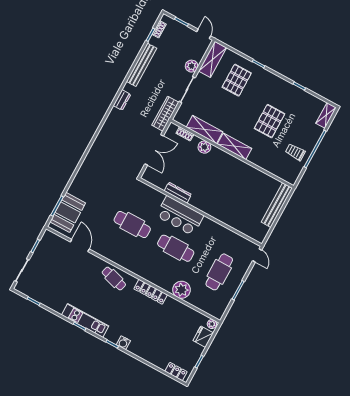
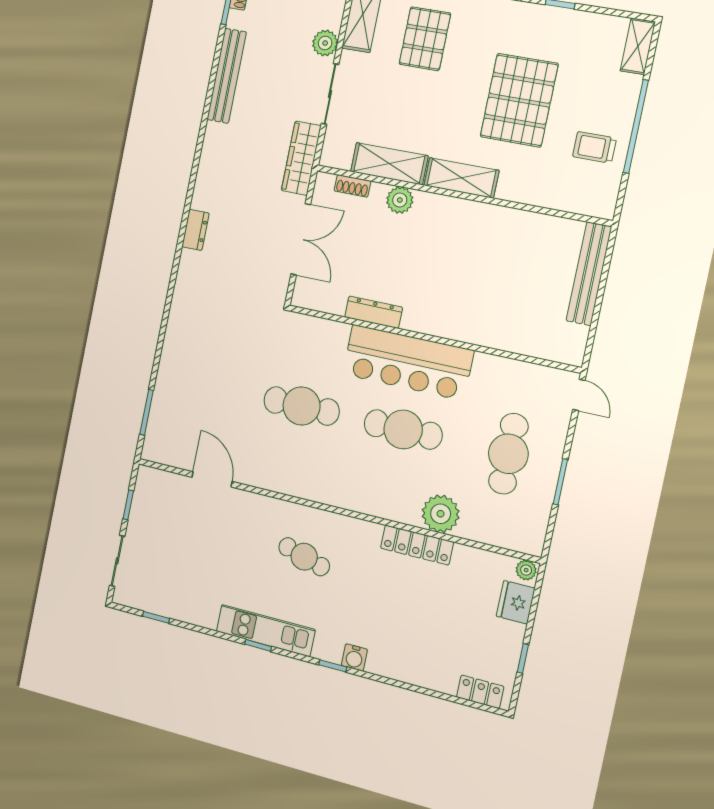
dresser: (122, 100) -> (195, 230), moved
pallet: (270, 121) -> (519, 100), width x1.37, depth x1.41
booth: (68, 212) -> (170, 419), removed
bar counter: (180, 216) -> (408, 362), width x1.36
cafe table: (114, 279) -> (304, 557), moved
locker: (151, 292) -> (417, 545), moved

